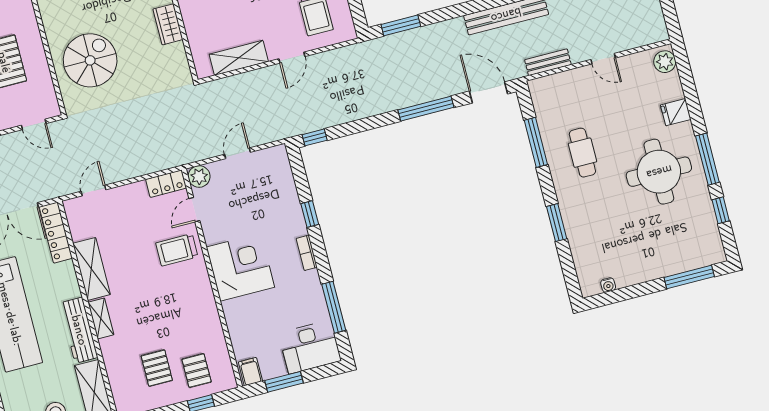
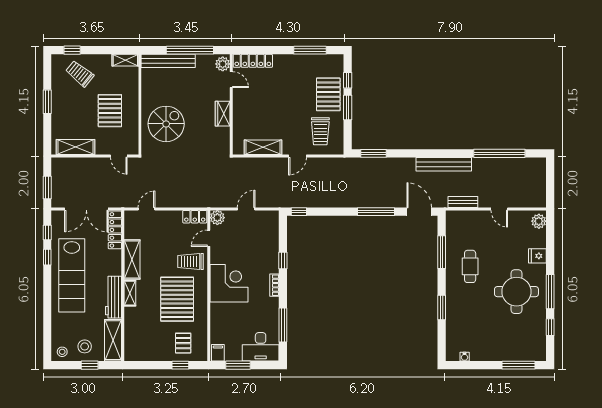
pallet: (157, 368) -> (177, 299), moved, width x2.05, depth x2.00

